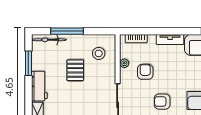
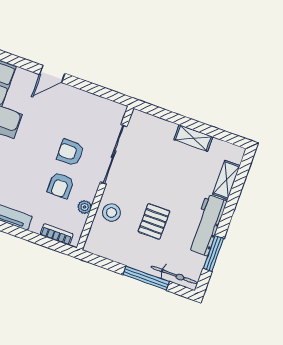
stool: (99, 53) -> (111, 213), moved
workbench: (39, 86) -> (207, 225), width x1.38
armchair: (162, 102) -> (70, 152), moved, turned 180

